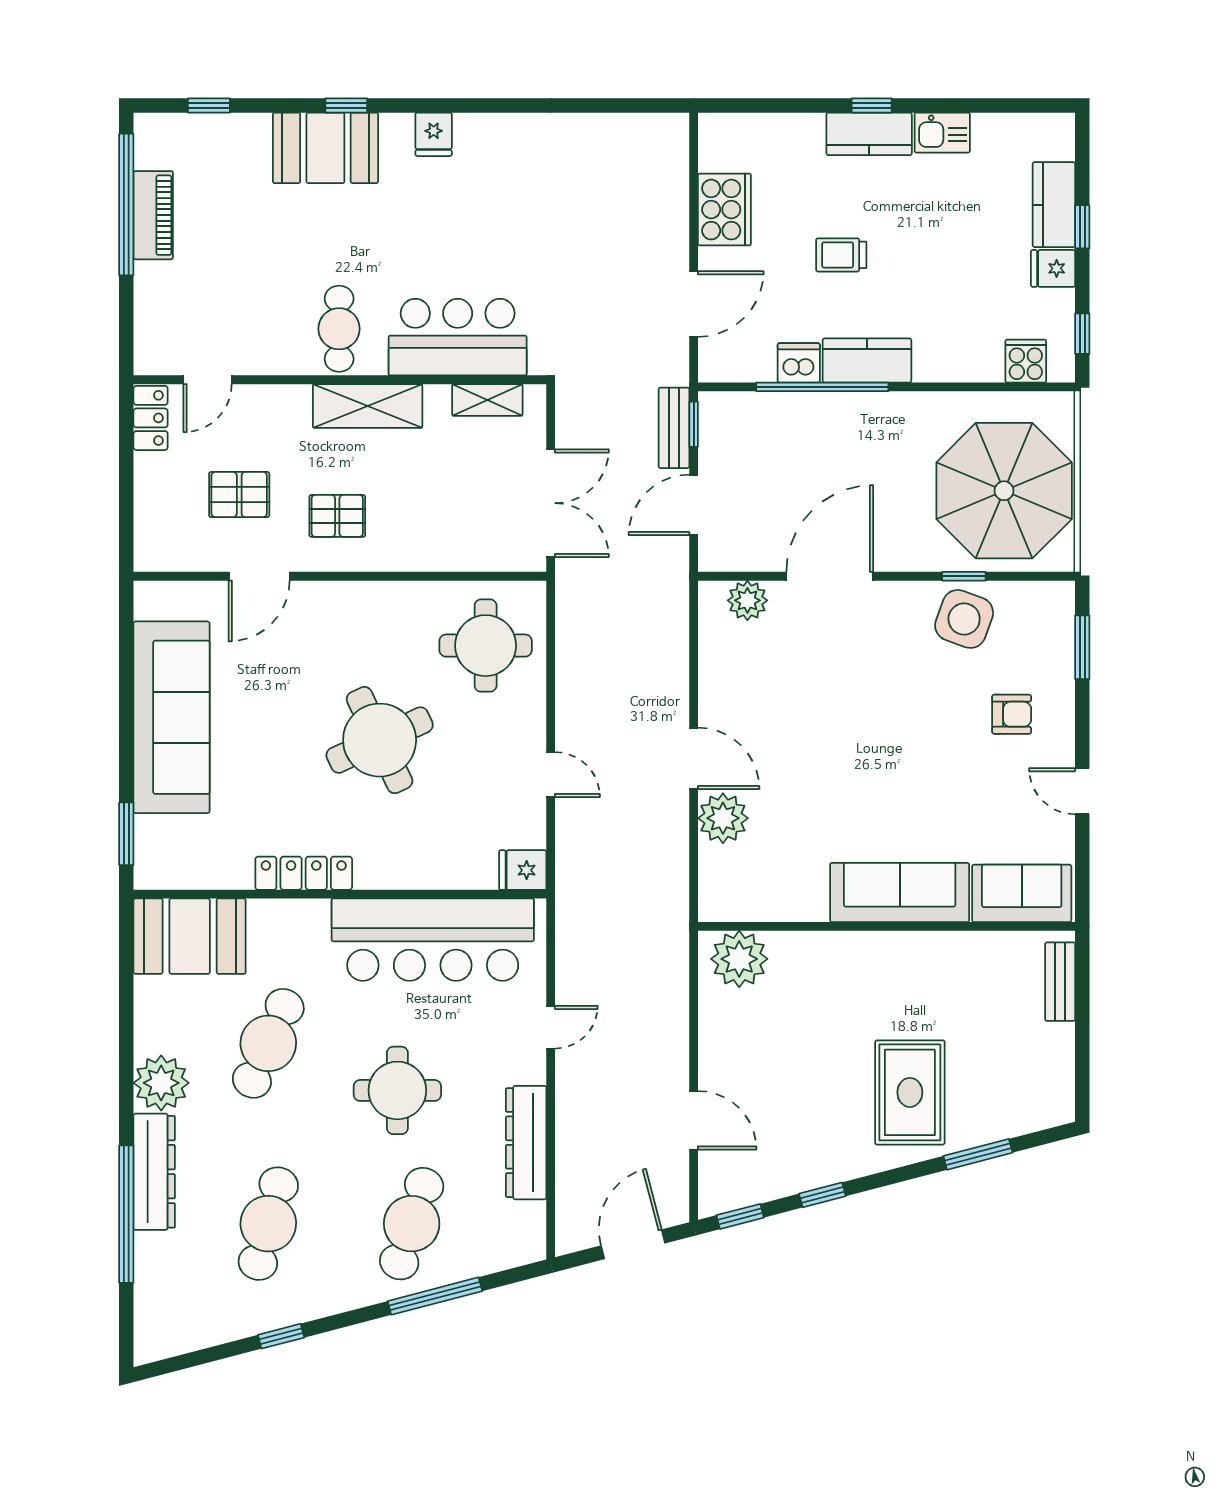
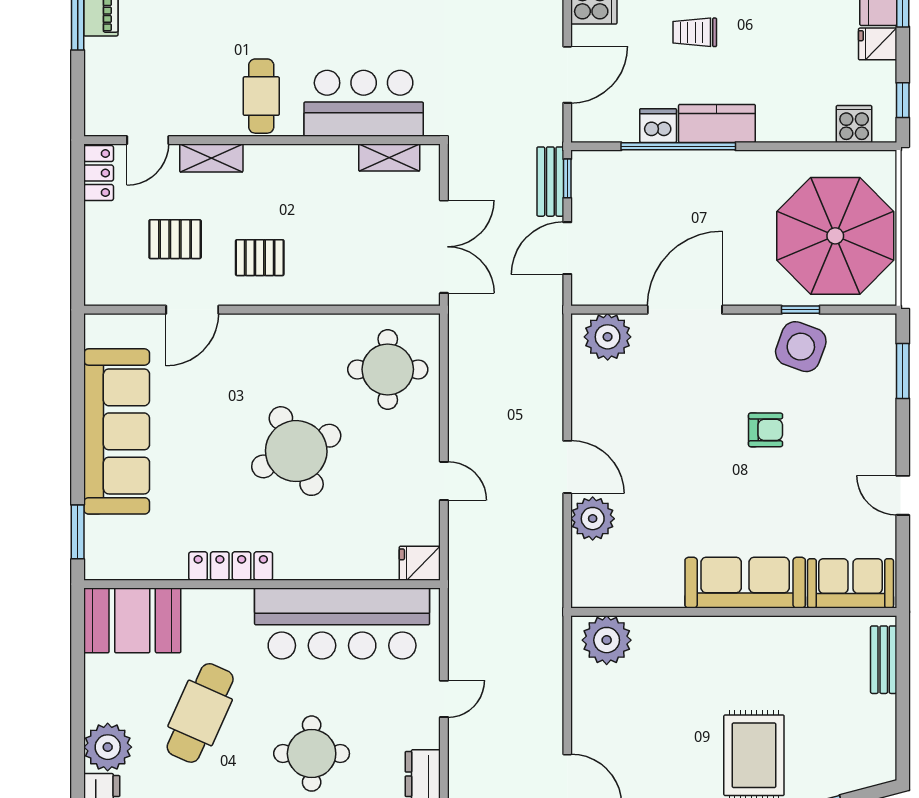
shelving: (368, 406) -> (211, 158), moved, width x0.67, depth x0.75
plant: (747, 600) -> (608, 337), width x1.36, depth x1.36
armchair: (1012, 714) -> (766, 430), moved

